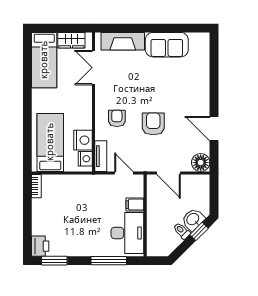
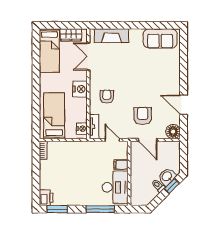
sofa: (167, 45) -> (160, 38), moved
armchair: (153, 124) -> (143, 116), moved
nightstand: (83, 140) -> (80, 89), moved

